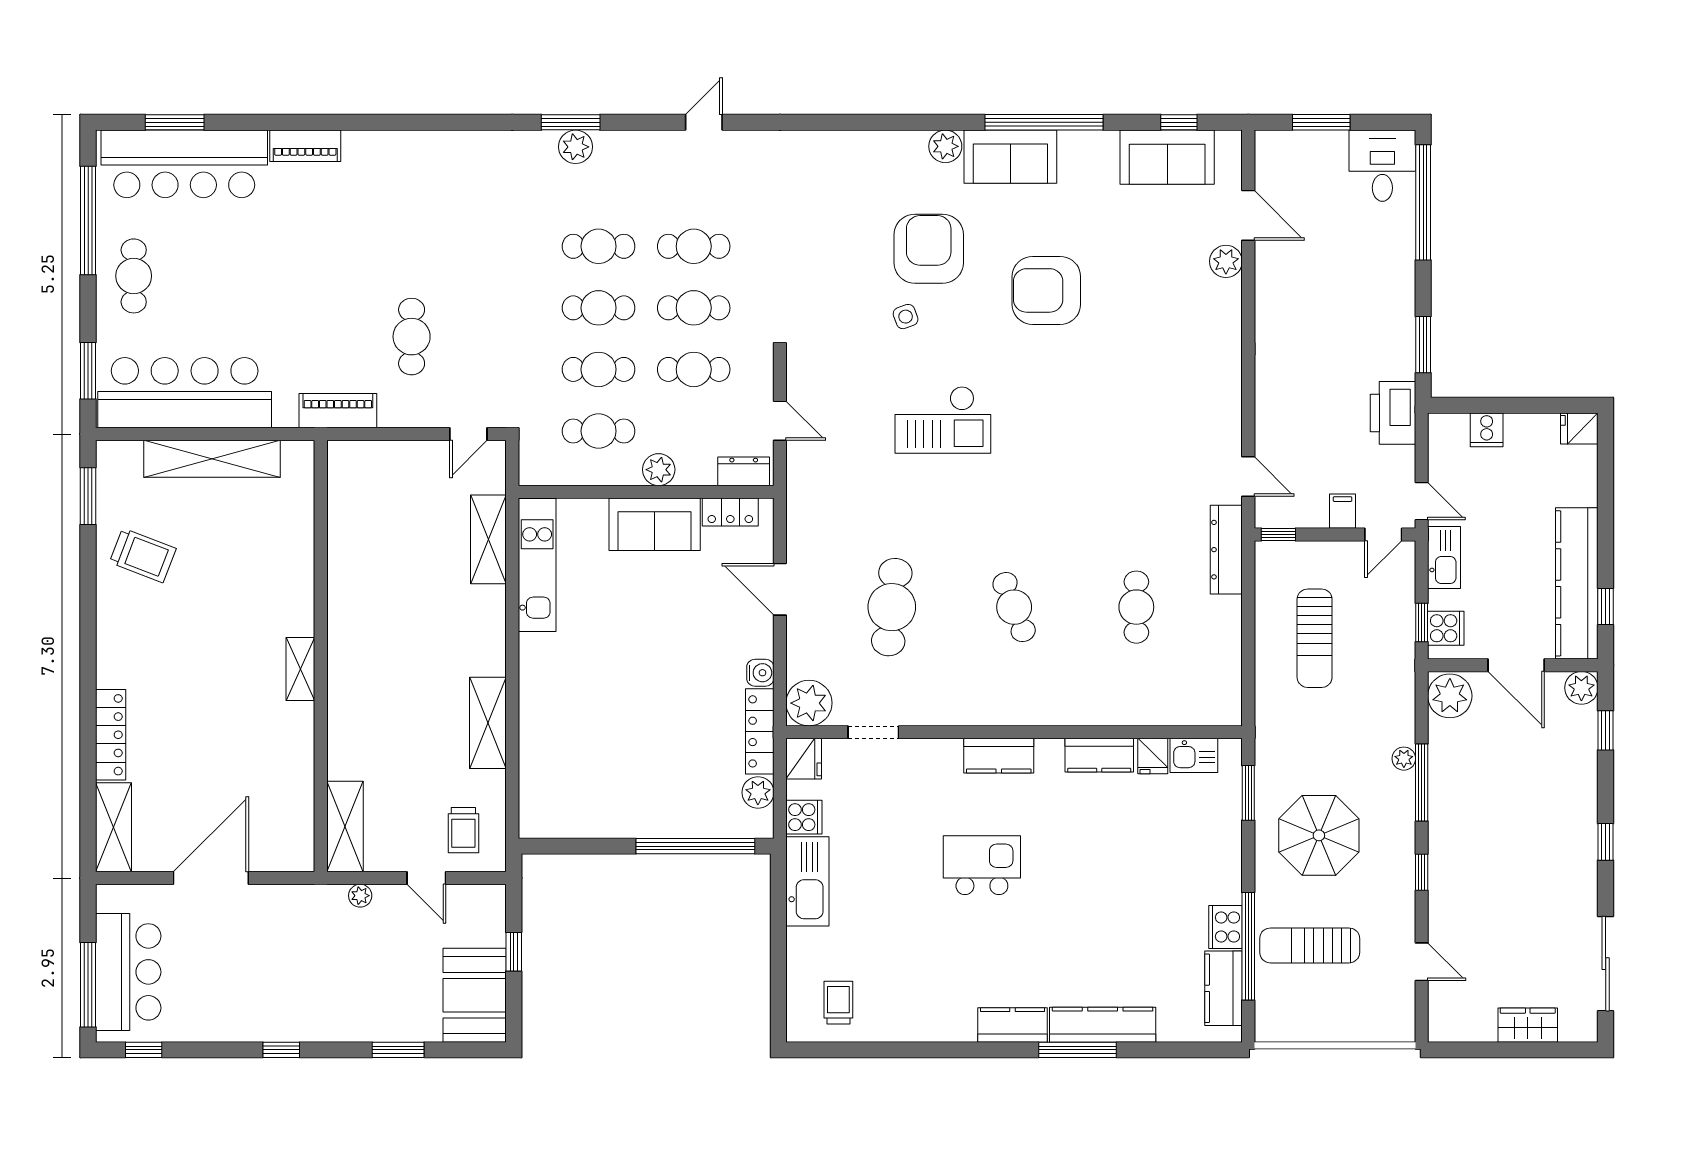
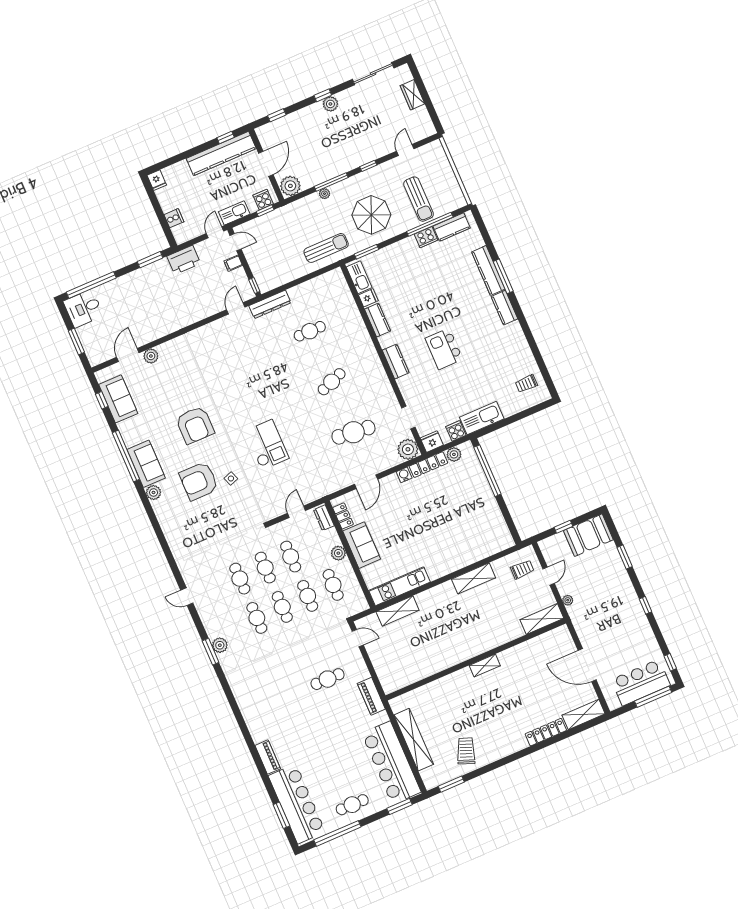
sun lounger: (1315, 638) -> (326, 248), moved
plant: (1581, 688) -> (330, 104), moved
kitchen sink: (1194, 755) -> (359, 277), width x1.38

